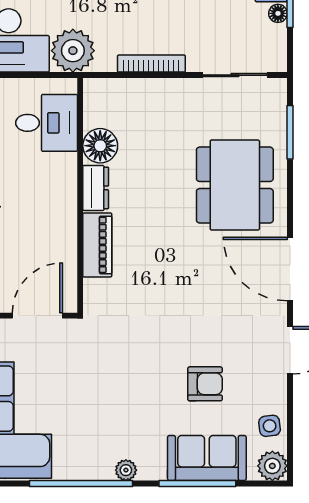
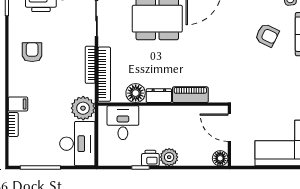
bookcase: (134, 89) -> (104, 74), added
armchair: (205, 384) -> (267, 35), turned 116

